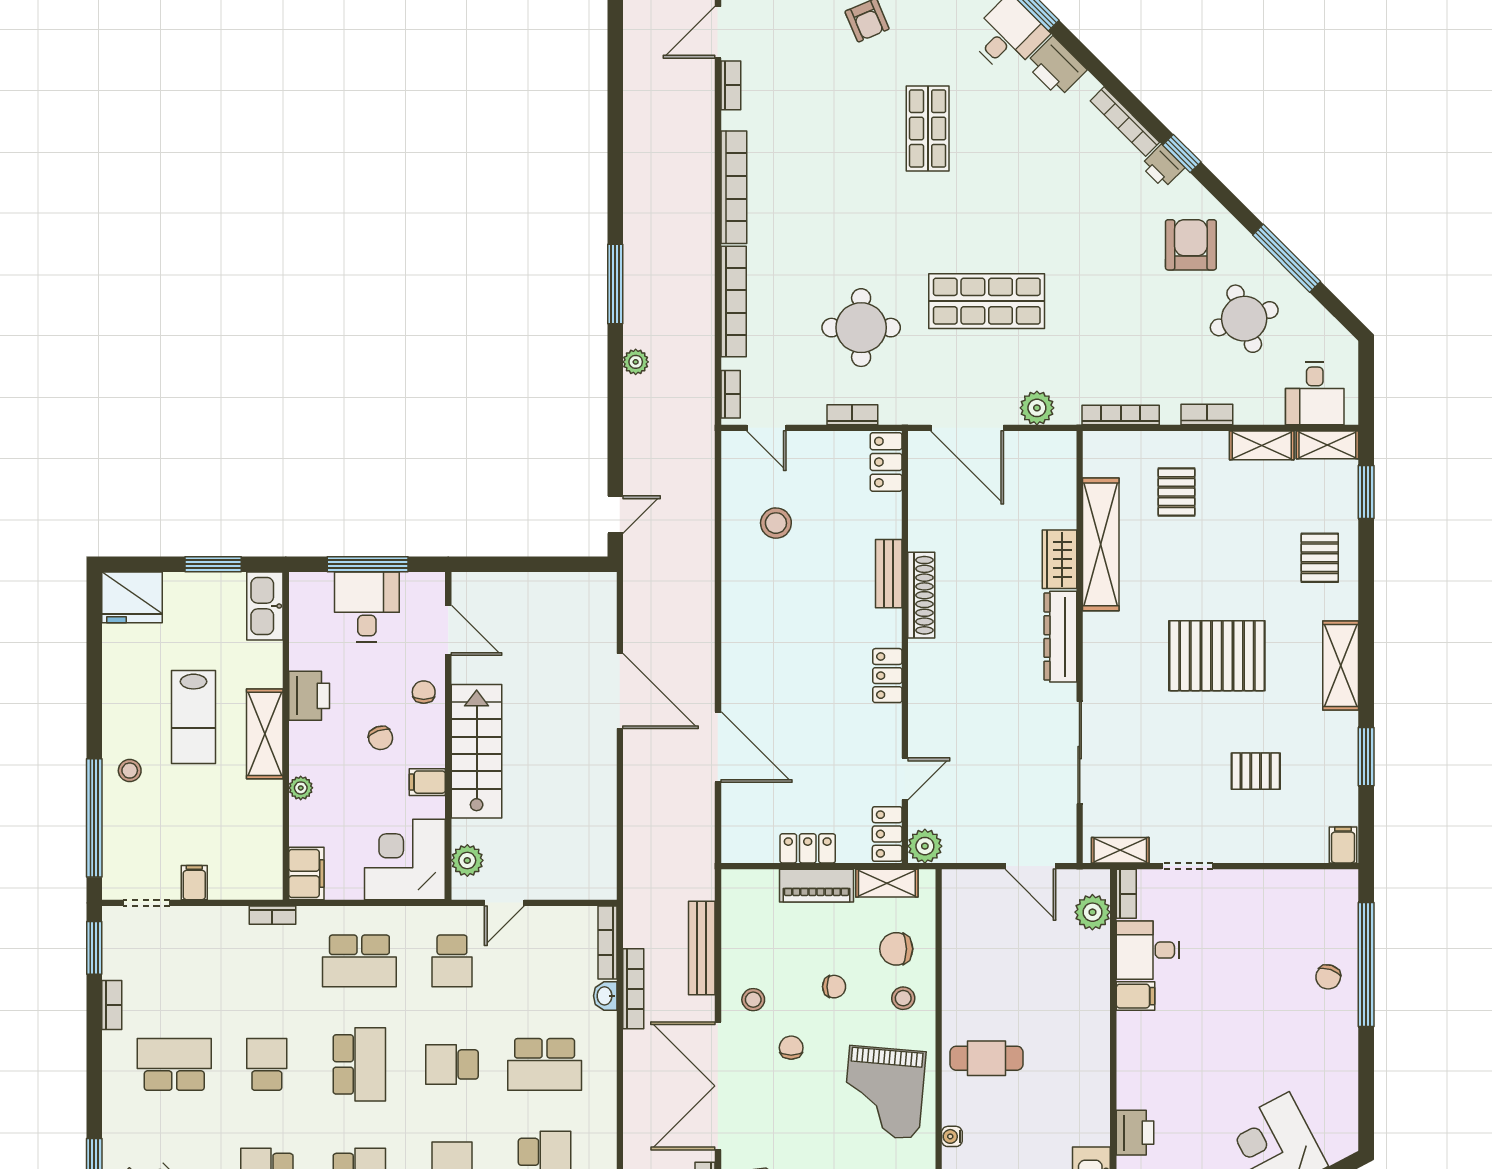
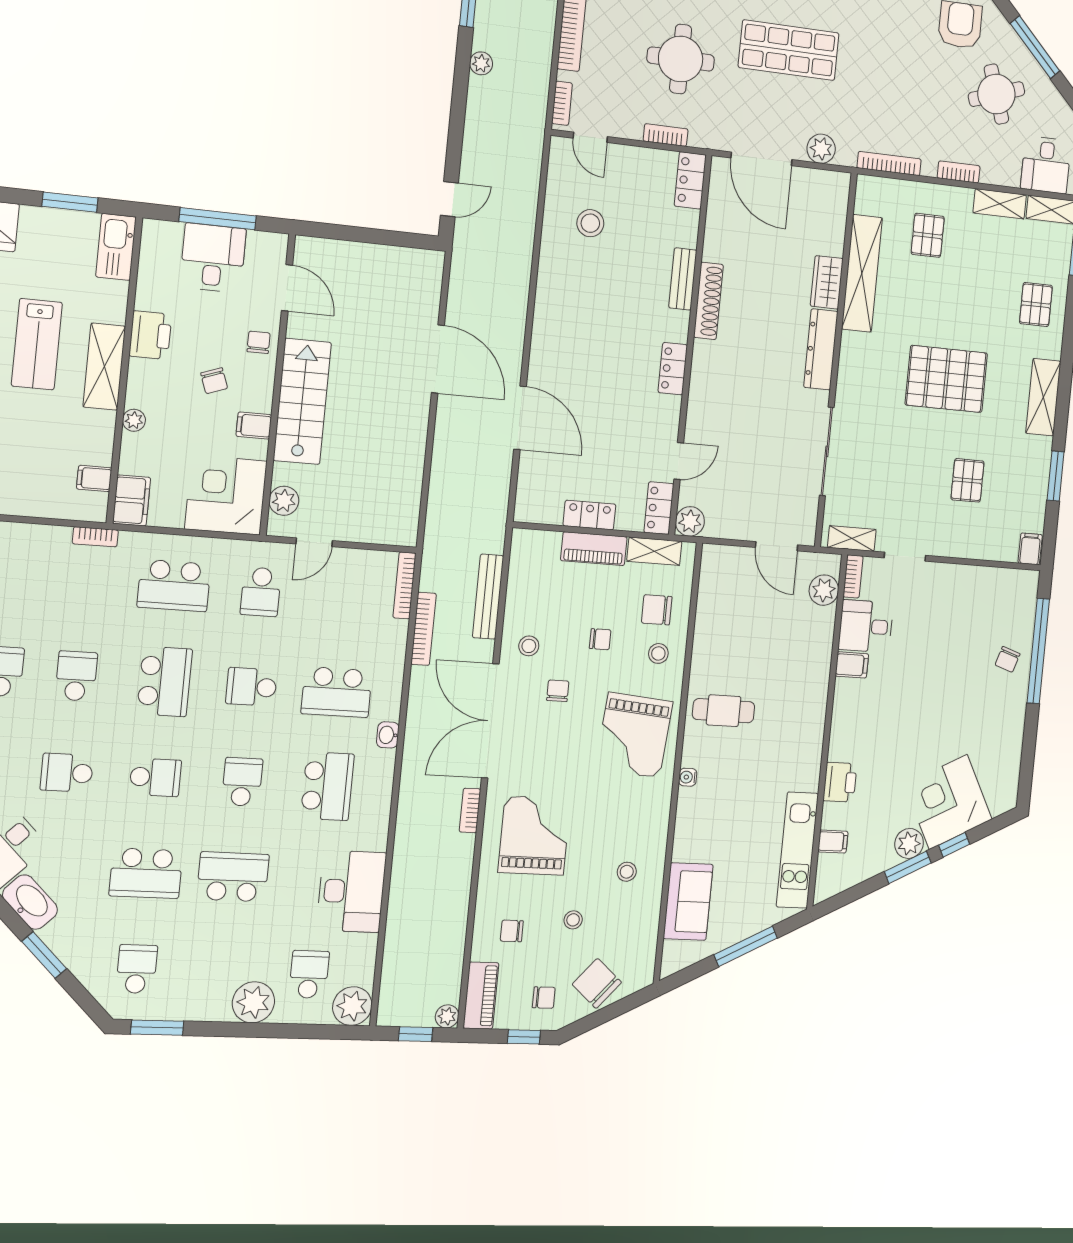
pallet: (1256, 771) -> (967, 480), turned 90
filing cabinet: (194, 883) -> (94, 478), moved, turned -90
washbasin: (605, 996) -> (388, 735), moved

